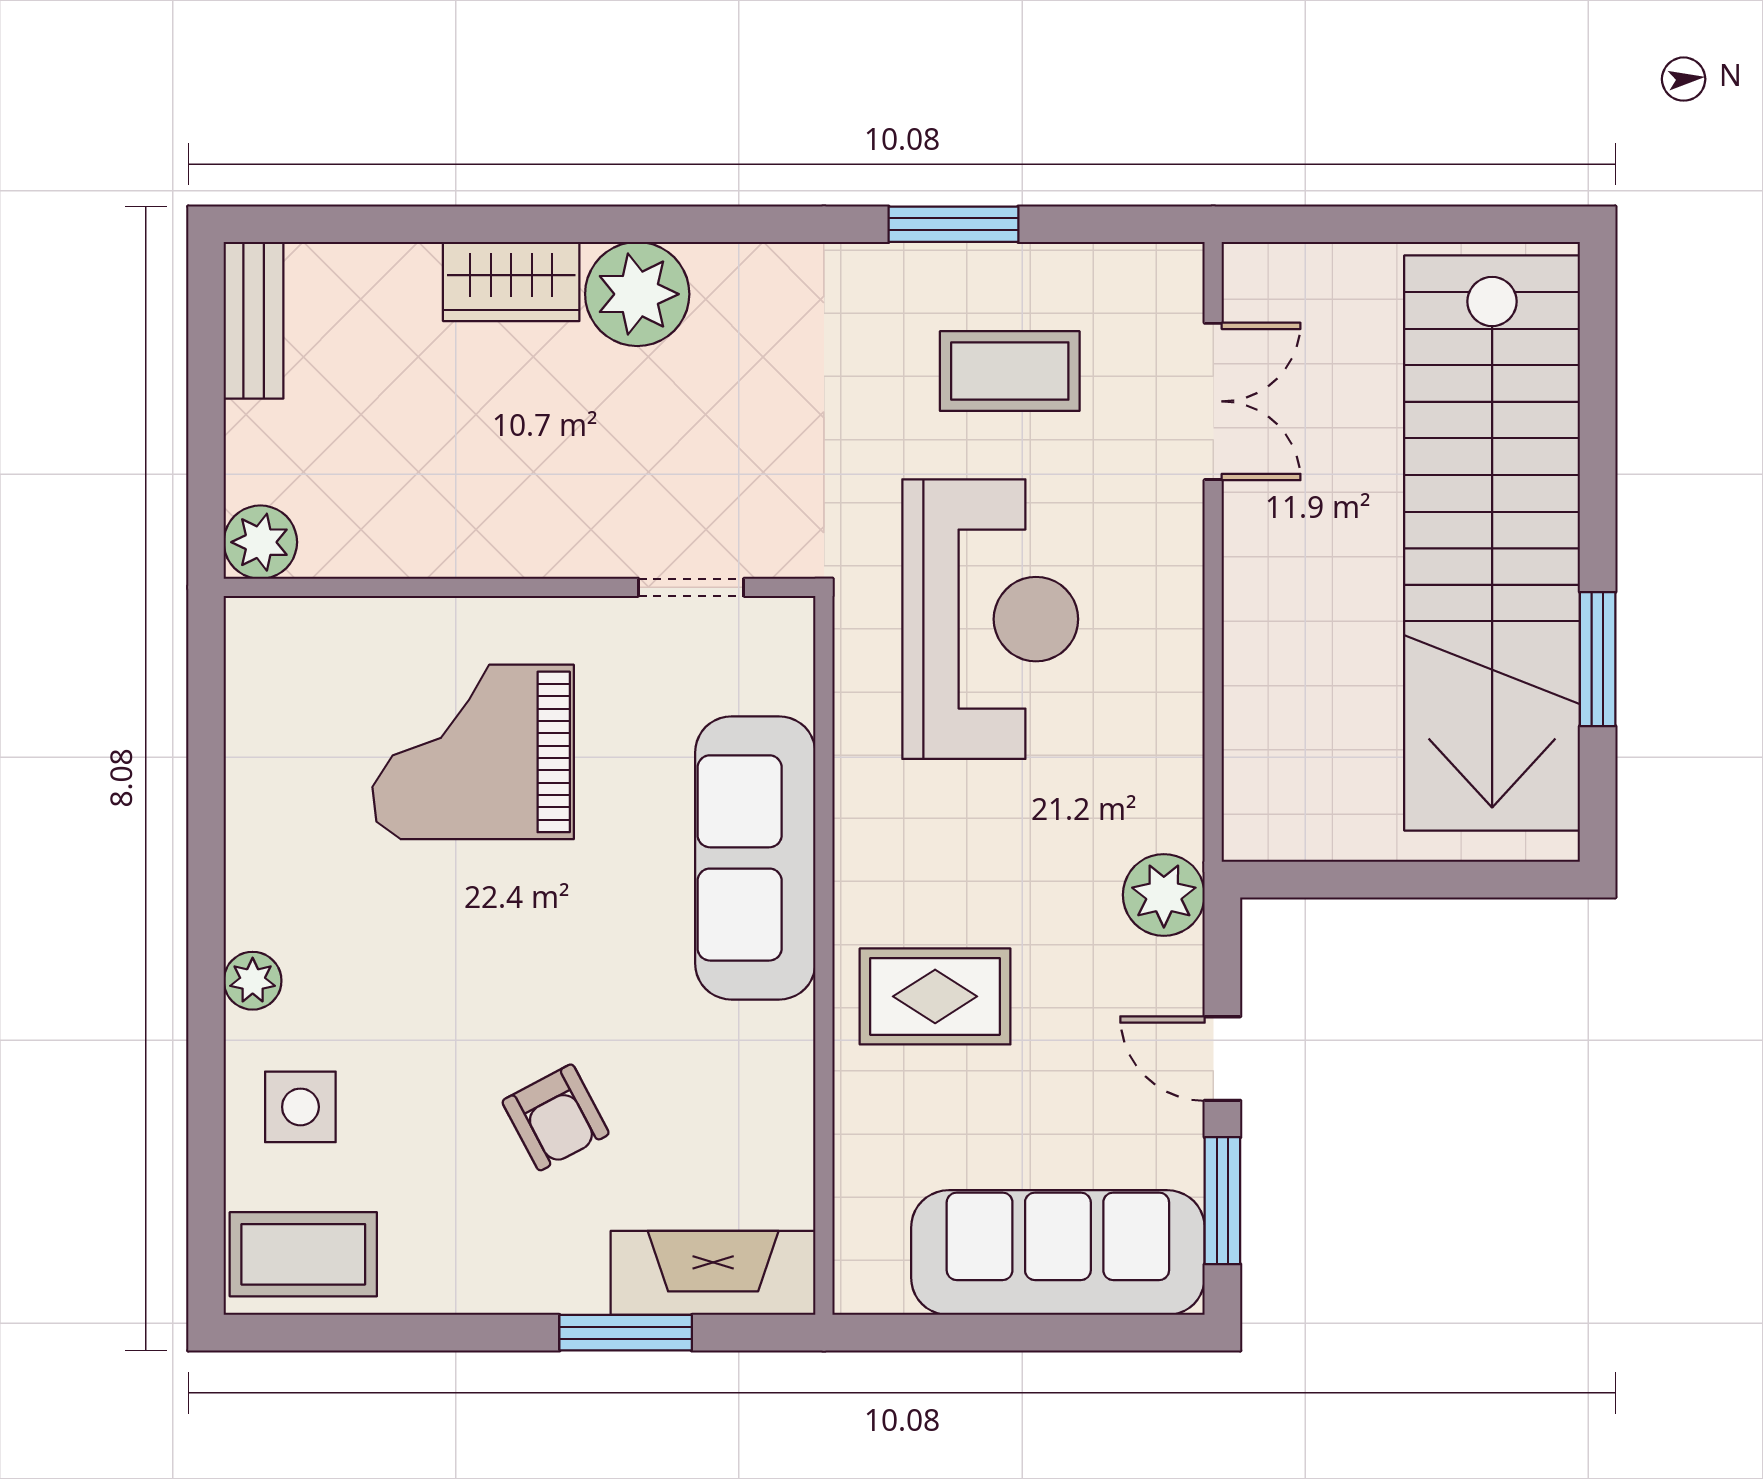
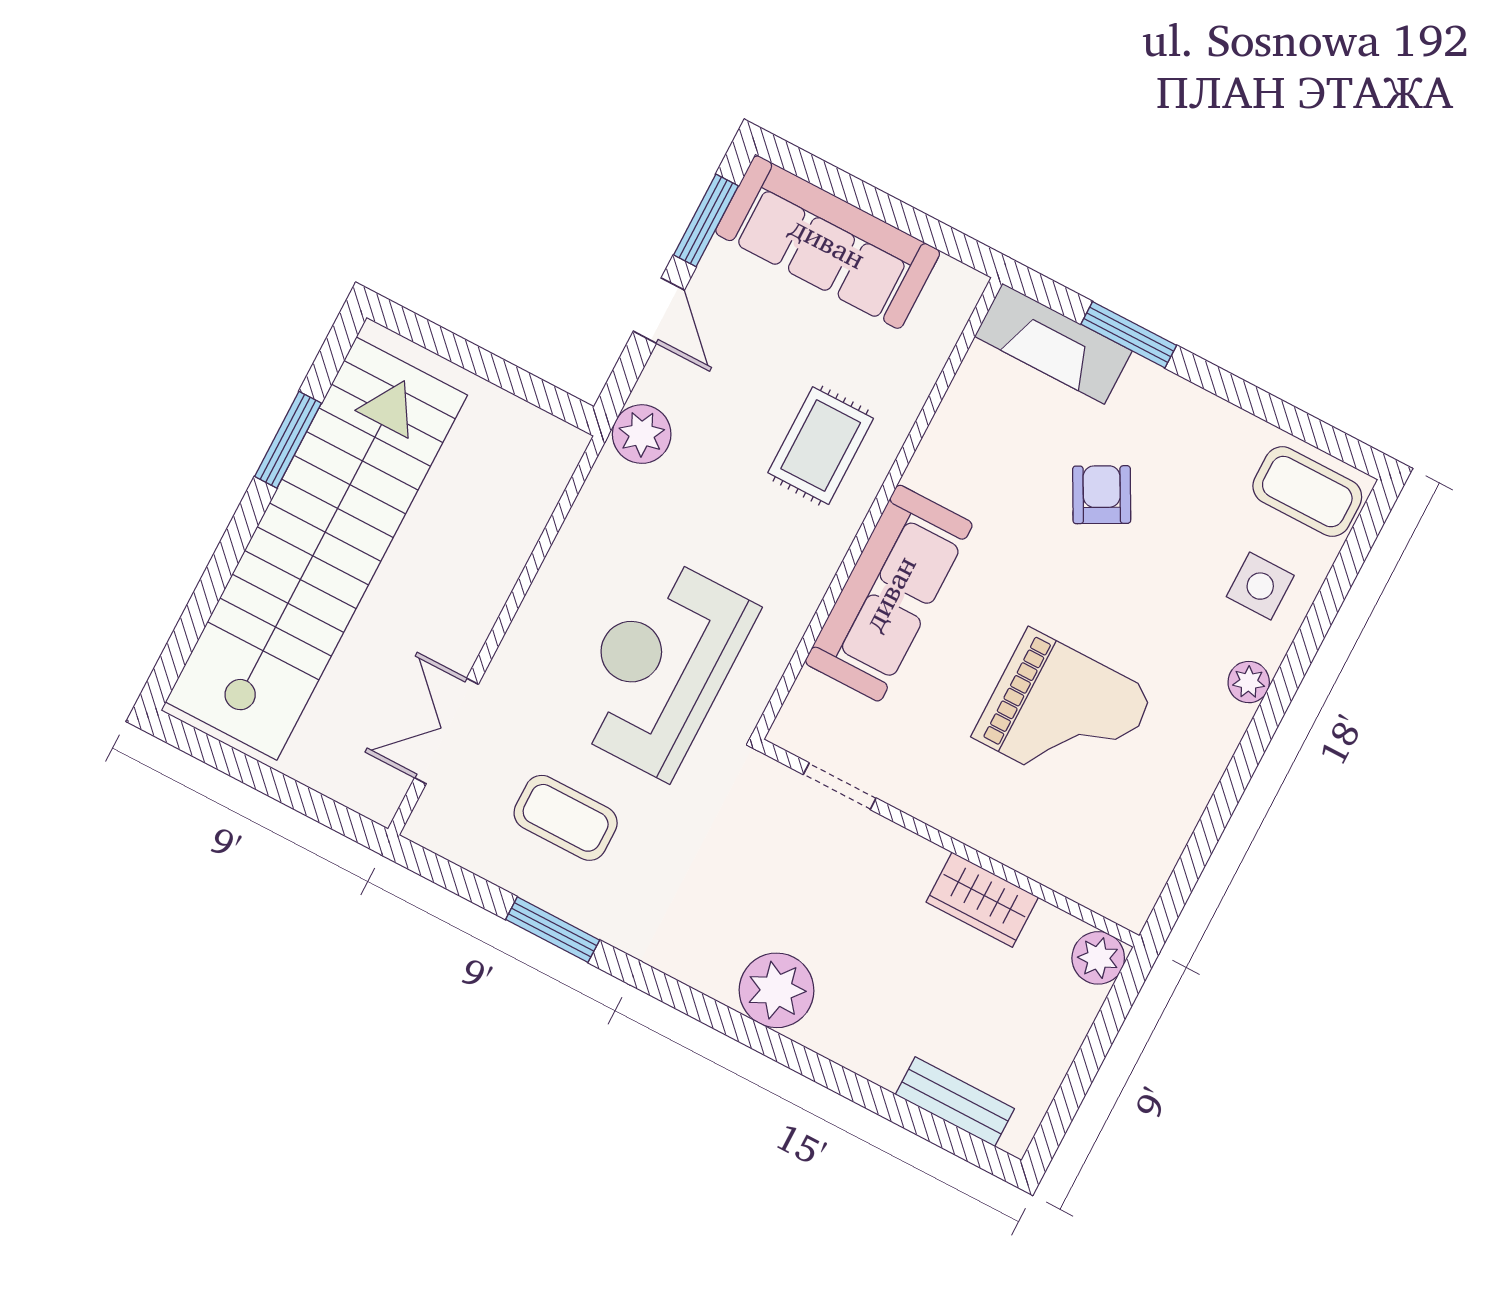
wardrobe: (511, 281) -> (982, 900), moved, turned 180
bench: (254, 320) -> (955, 1102), moved, turned 90
grand piano: (473, 752) -> (1063, 715), moved
rug: (935, 996) -> (821, 446), turned 90

